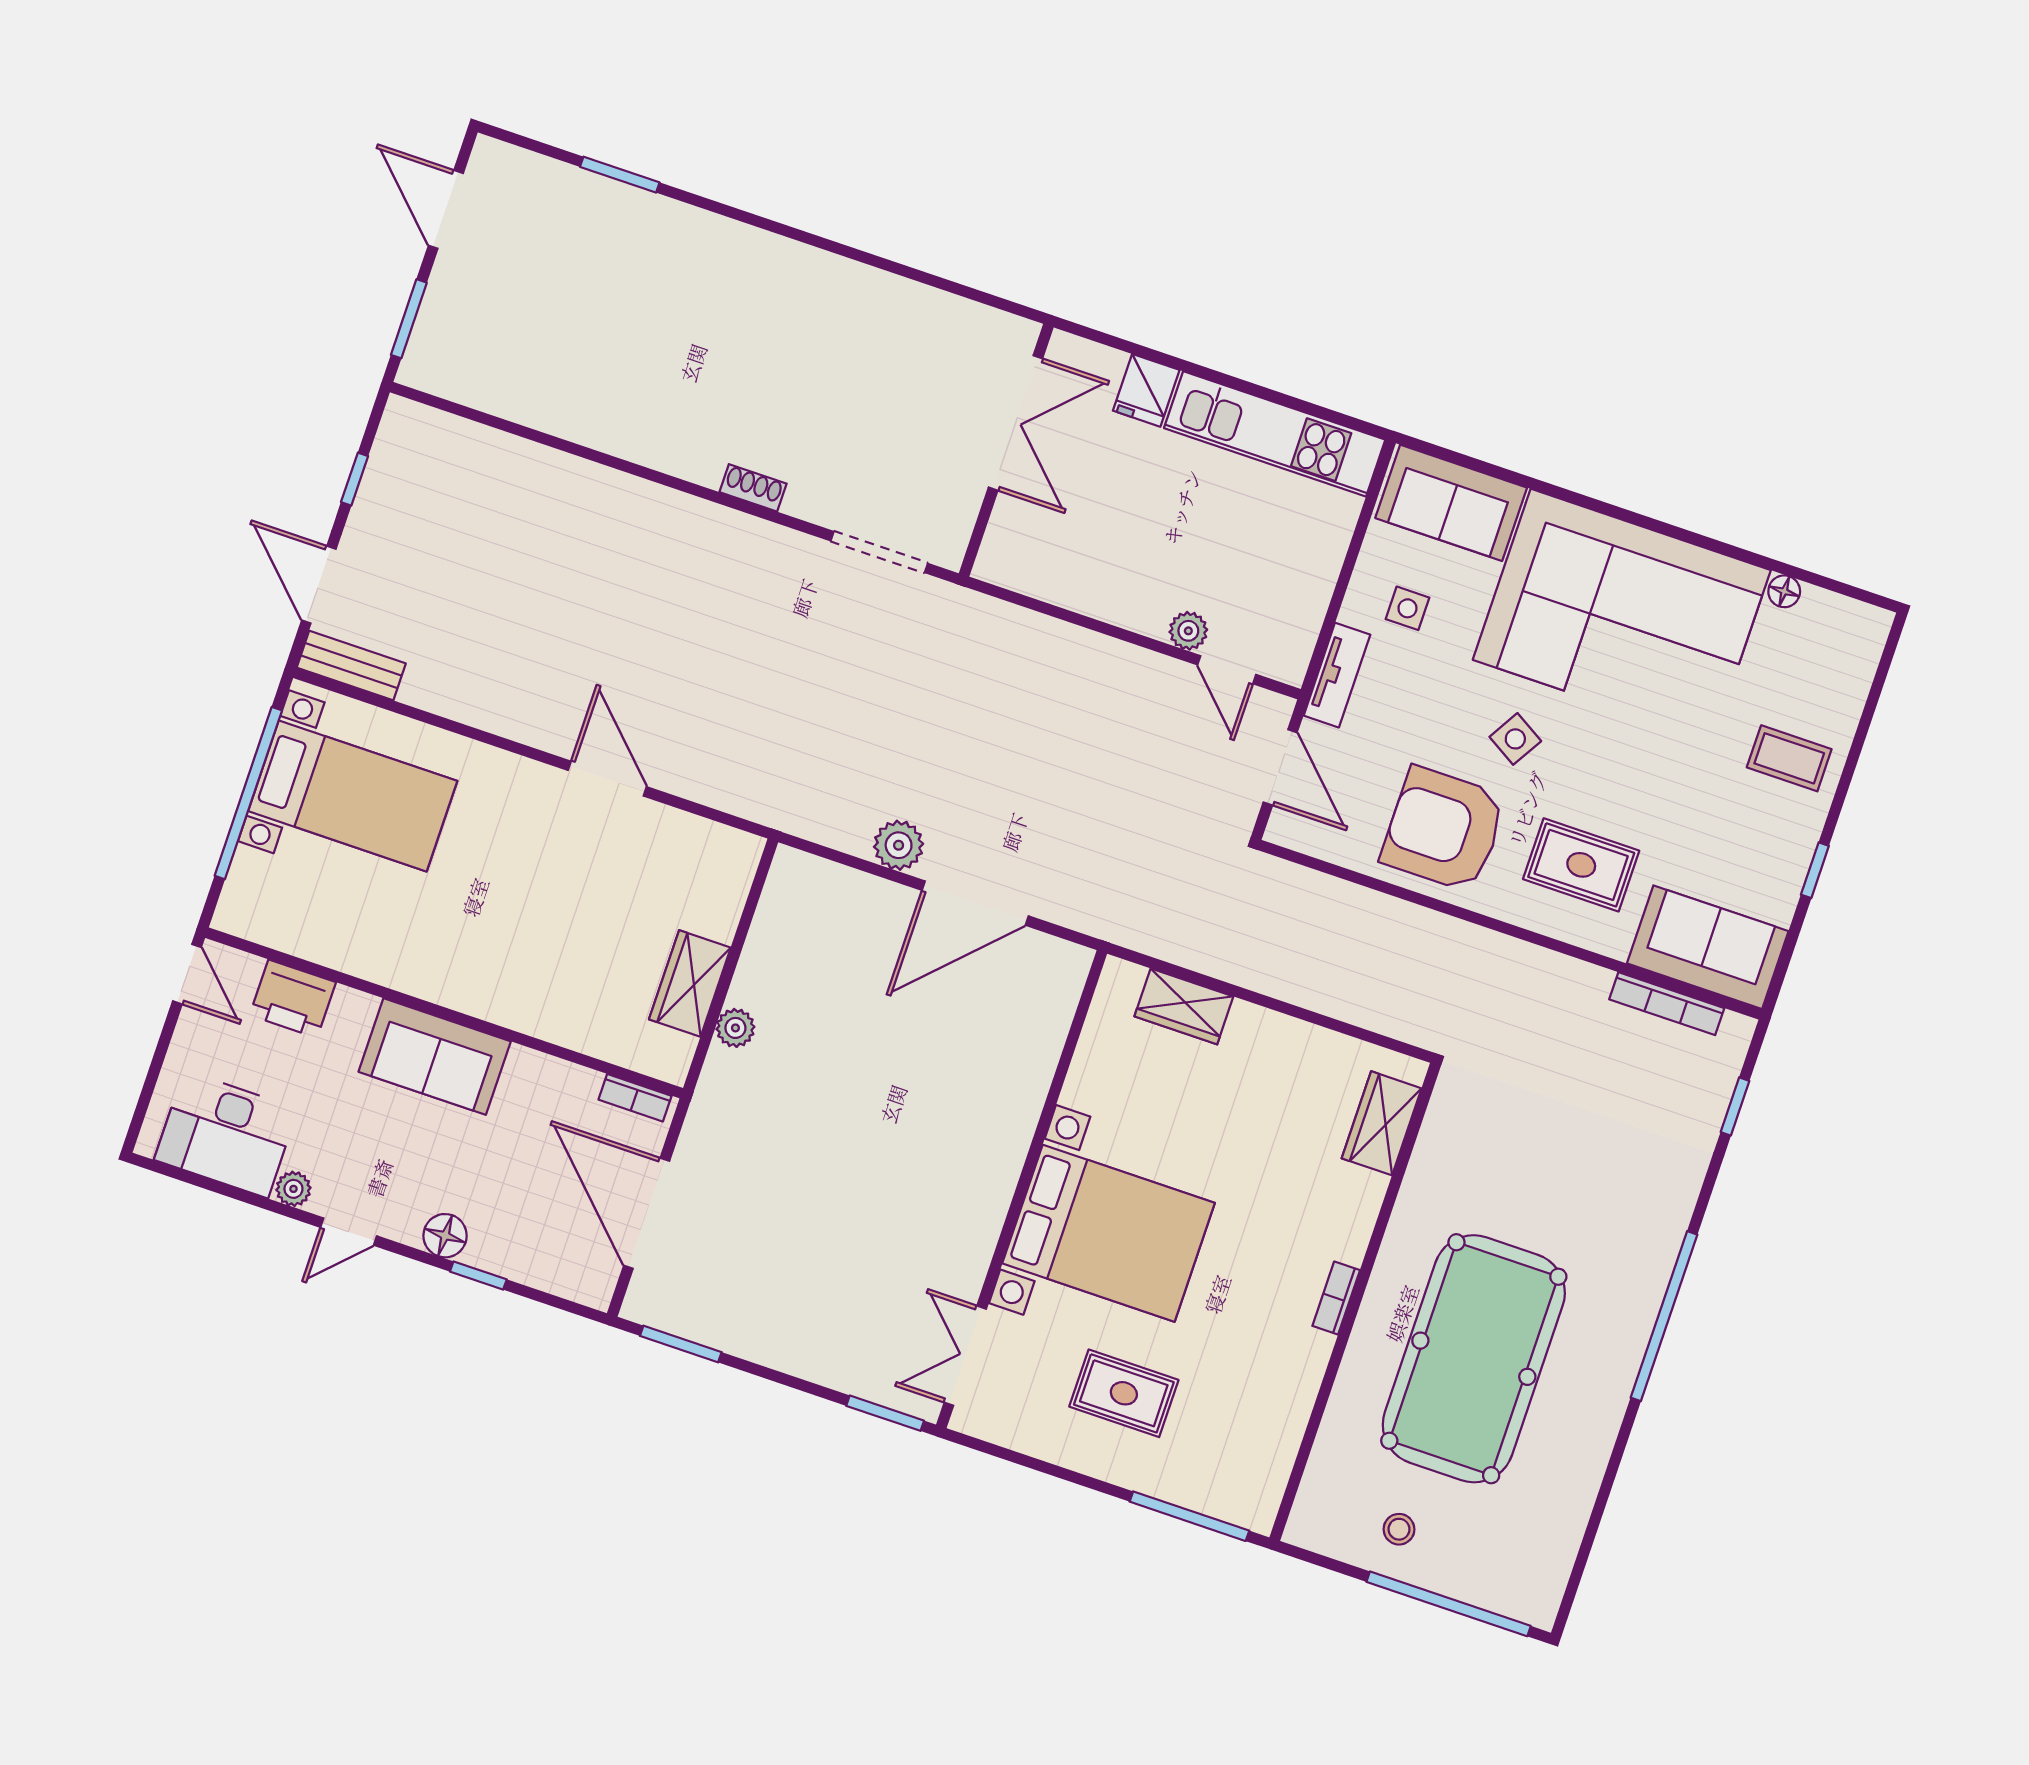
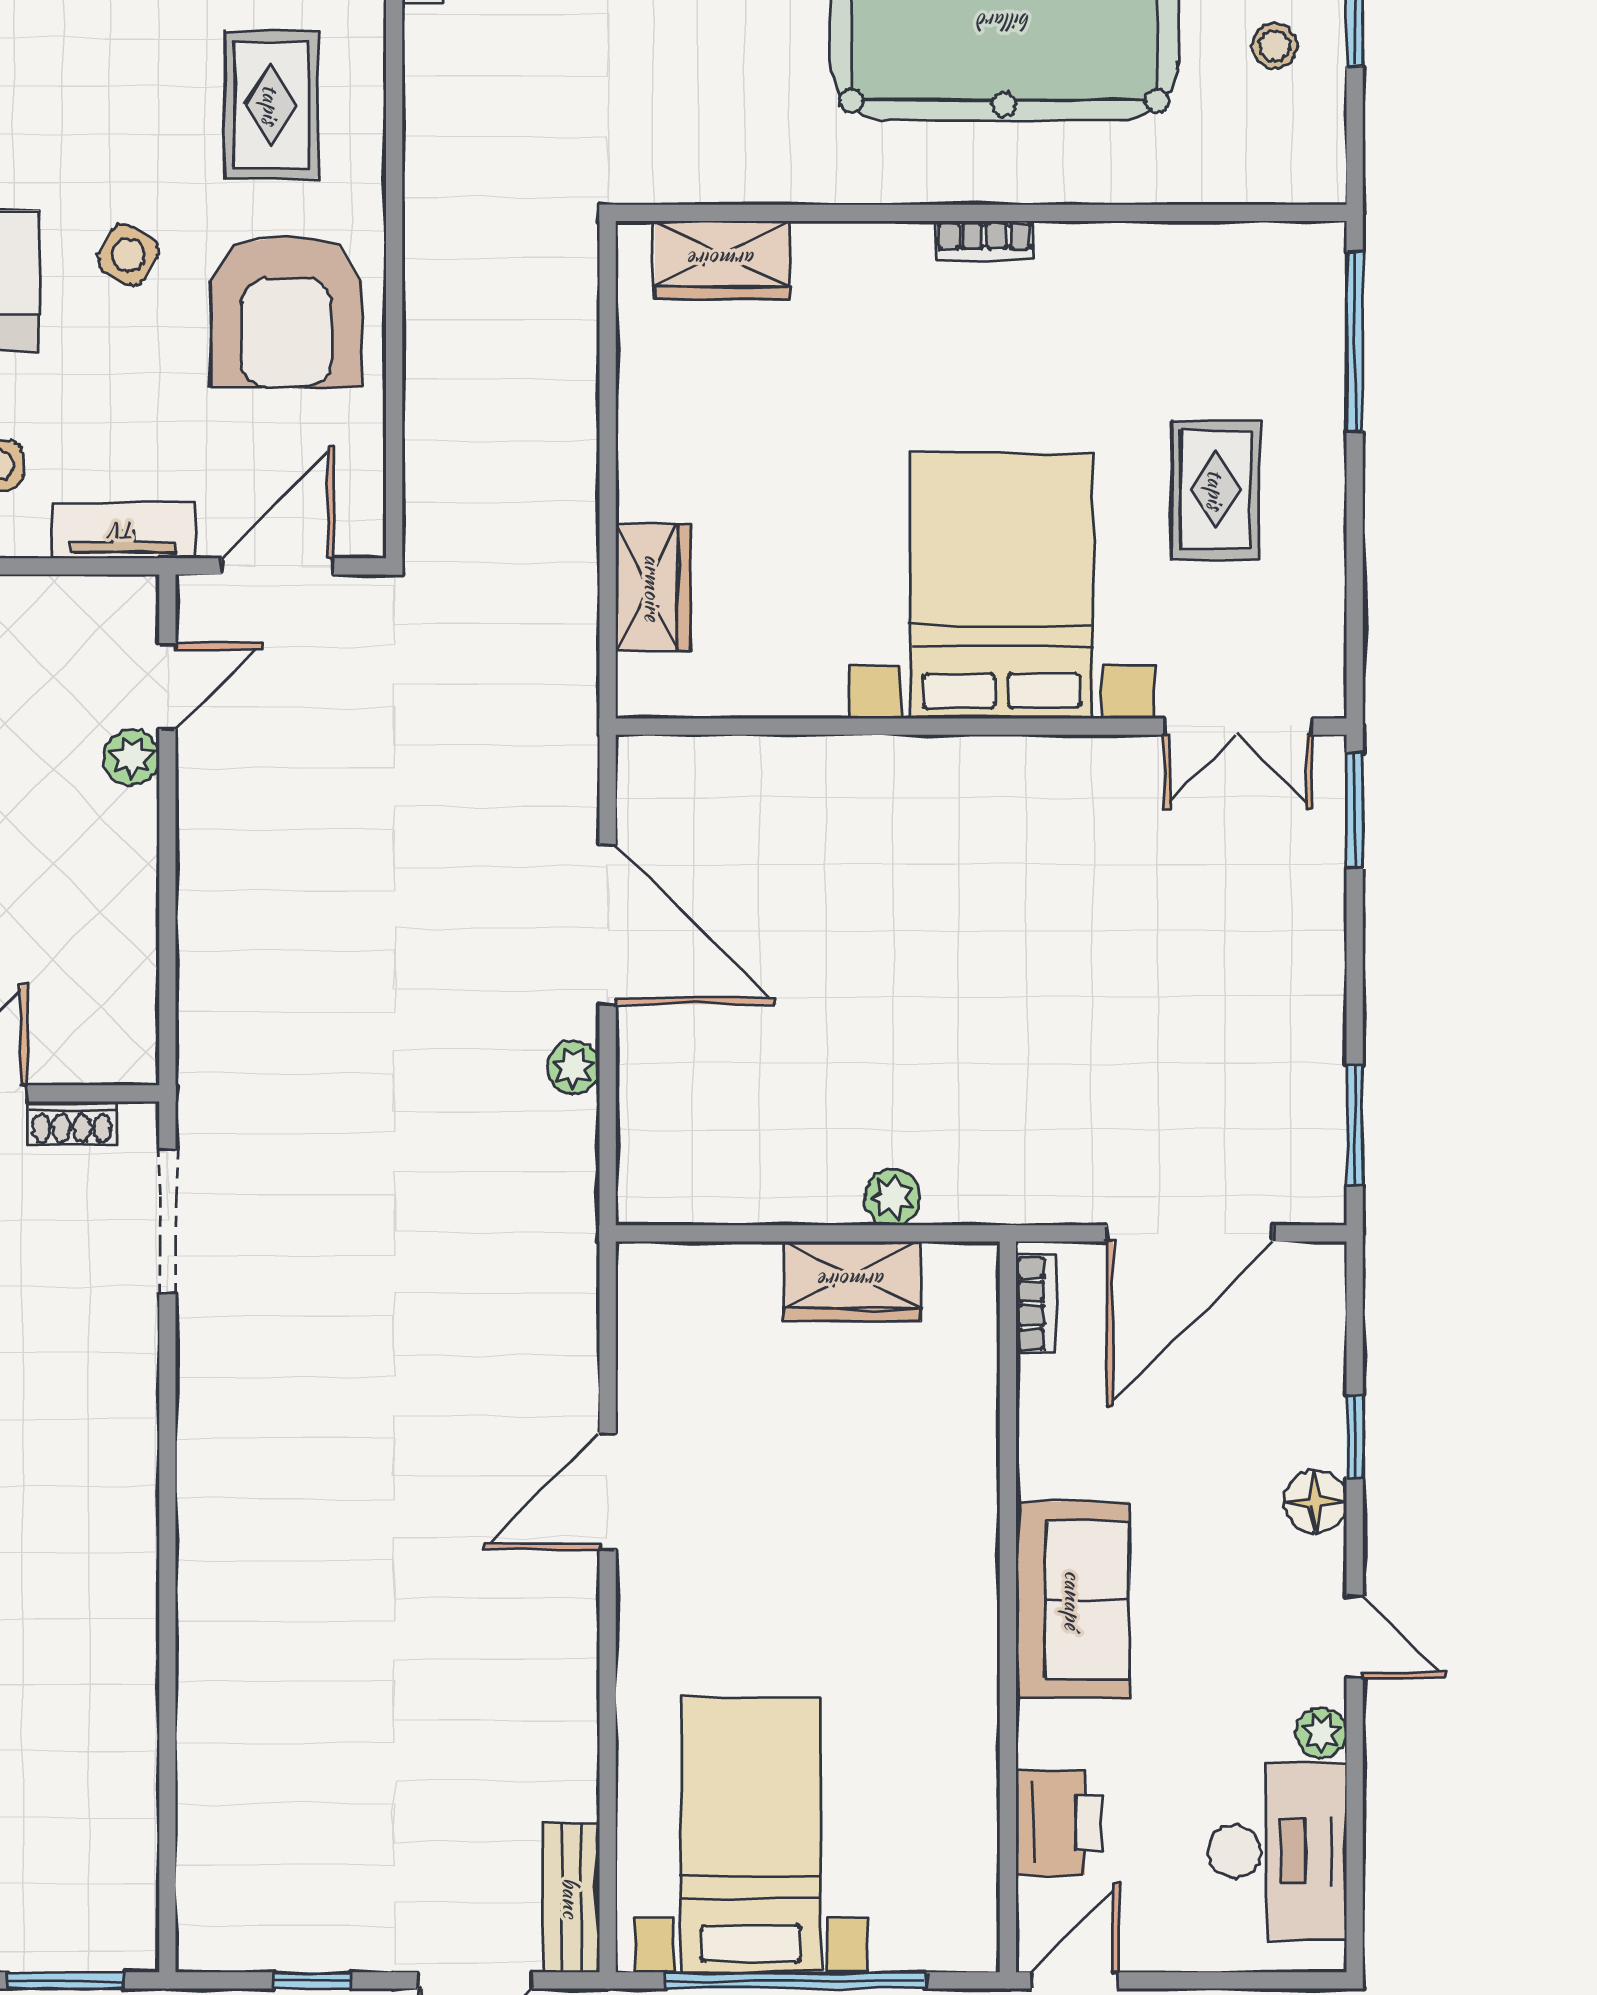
shoe rack: (753, 488) -> (72, 1123), moved, turned -90
plant: (899, 845) -> (573, 1067), width x0.73, depth x0.73

